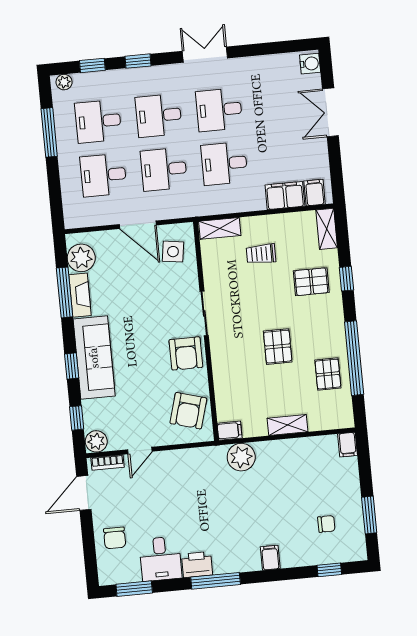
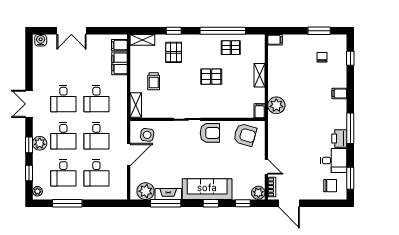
plant: (142, 78) -> (40, 143), added
chair: (115, 538) -> (330, 186), moved

